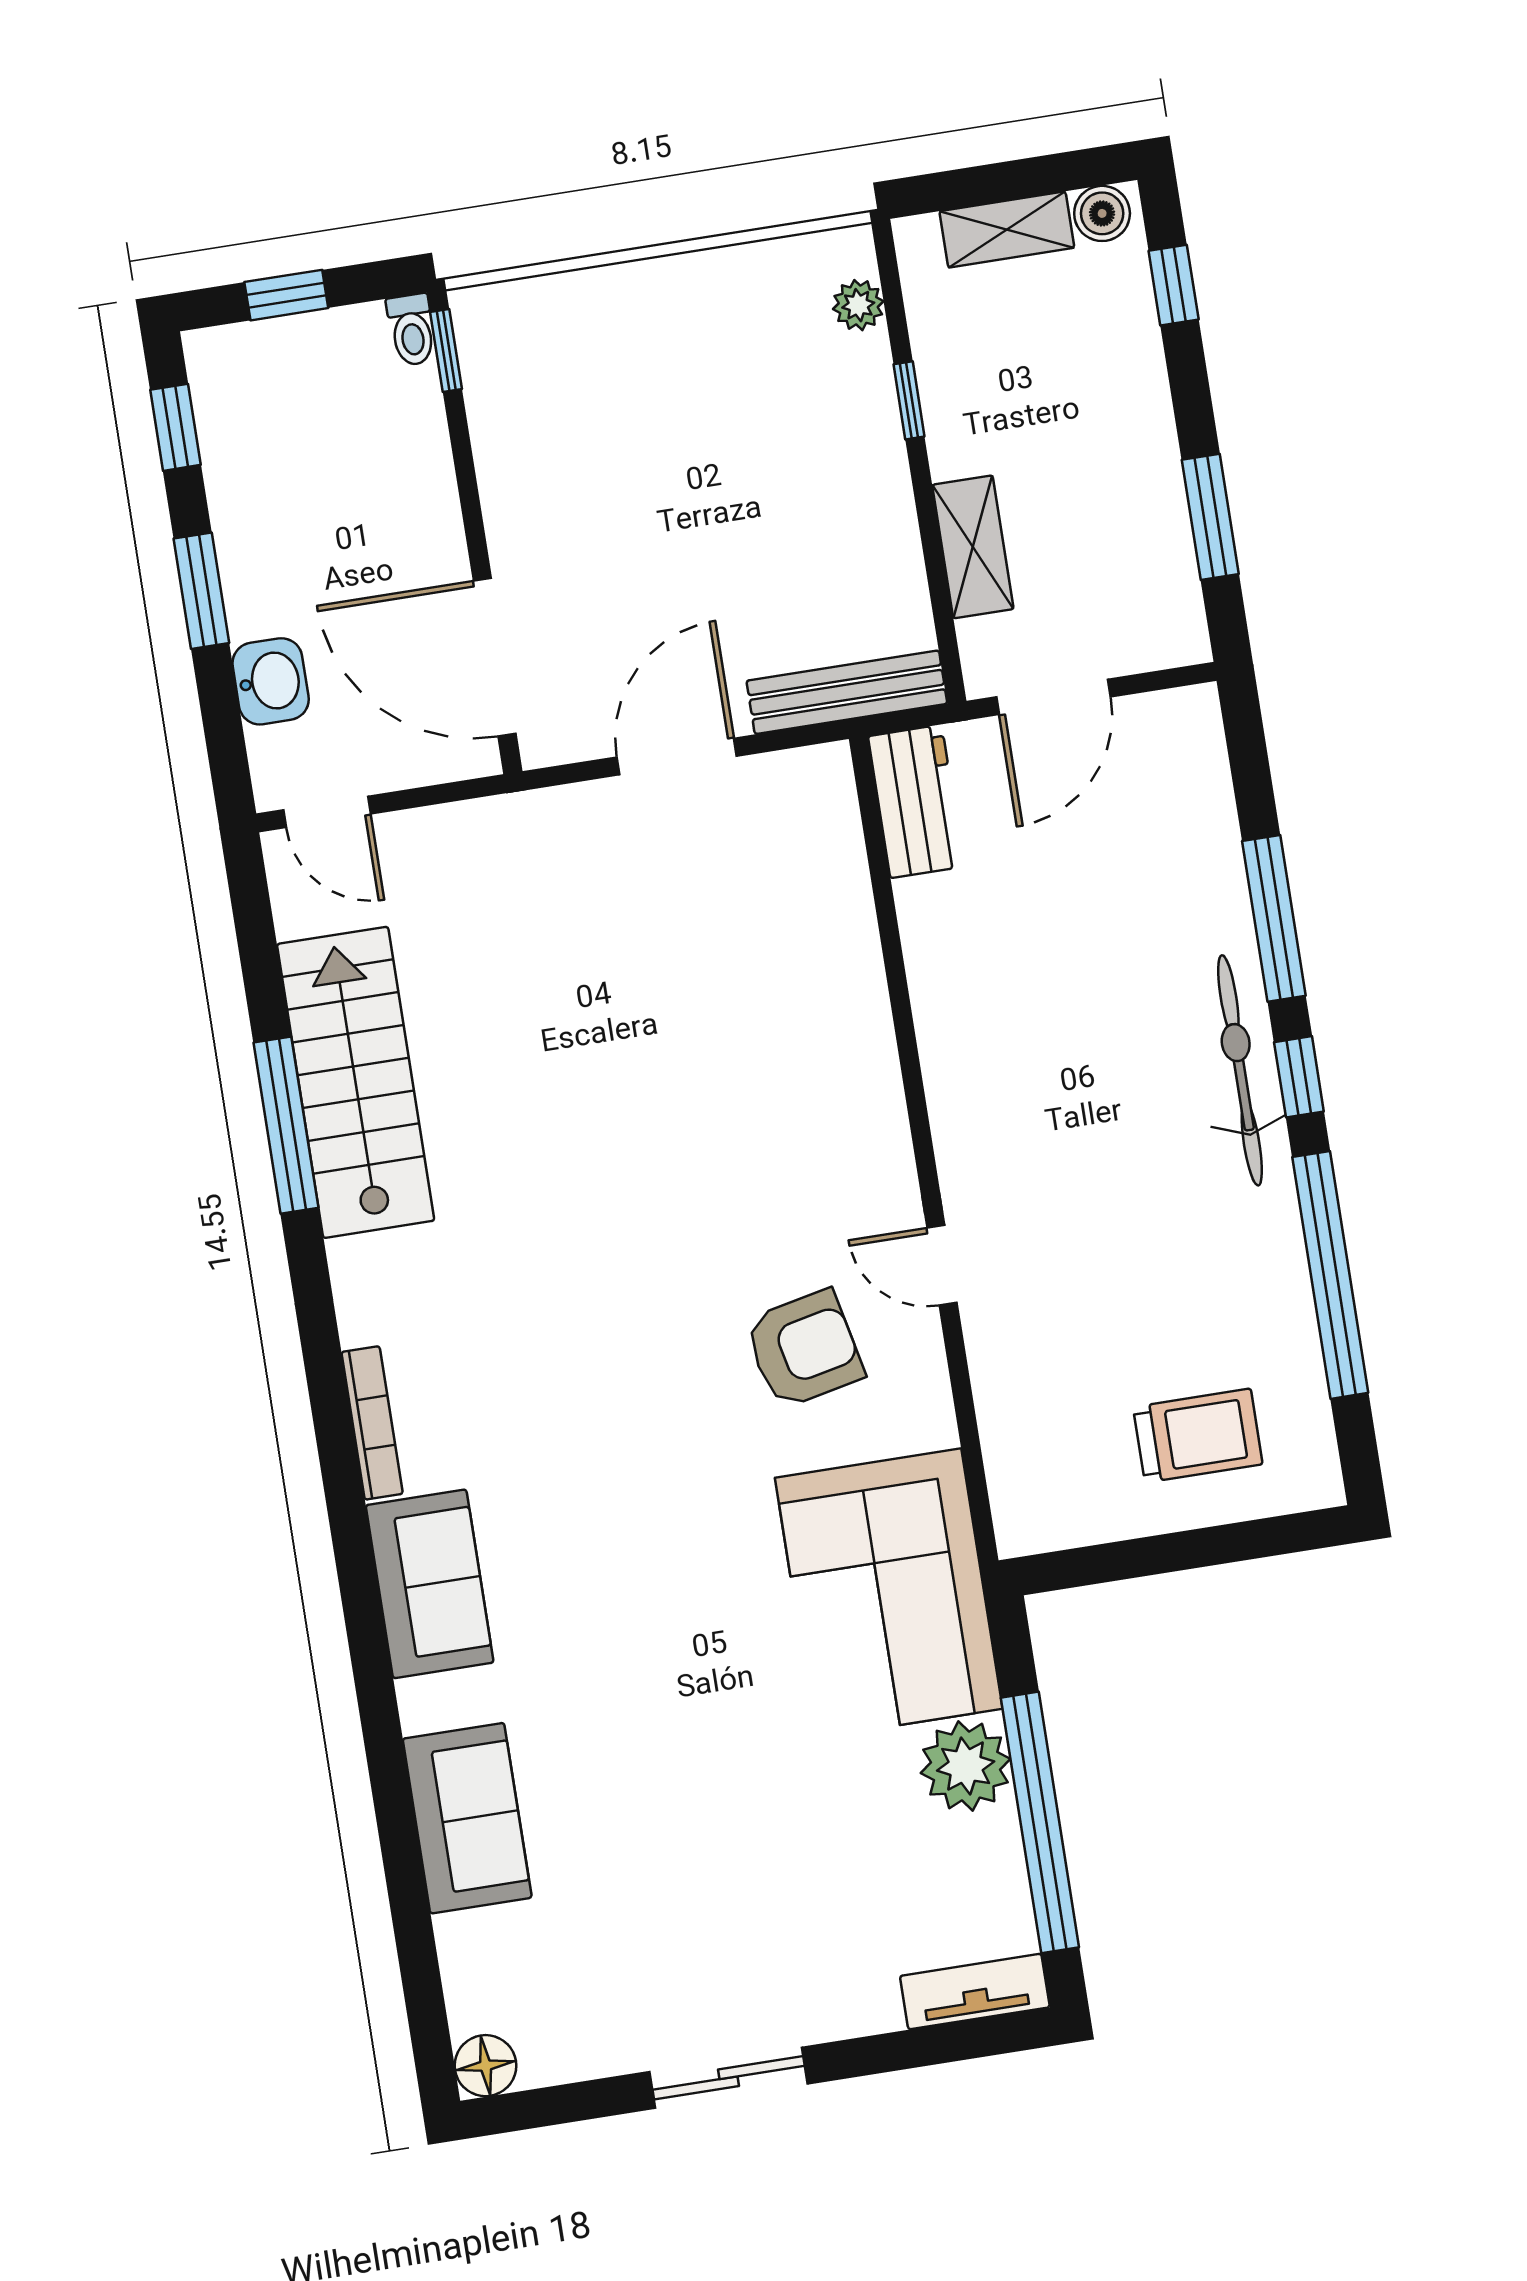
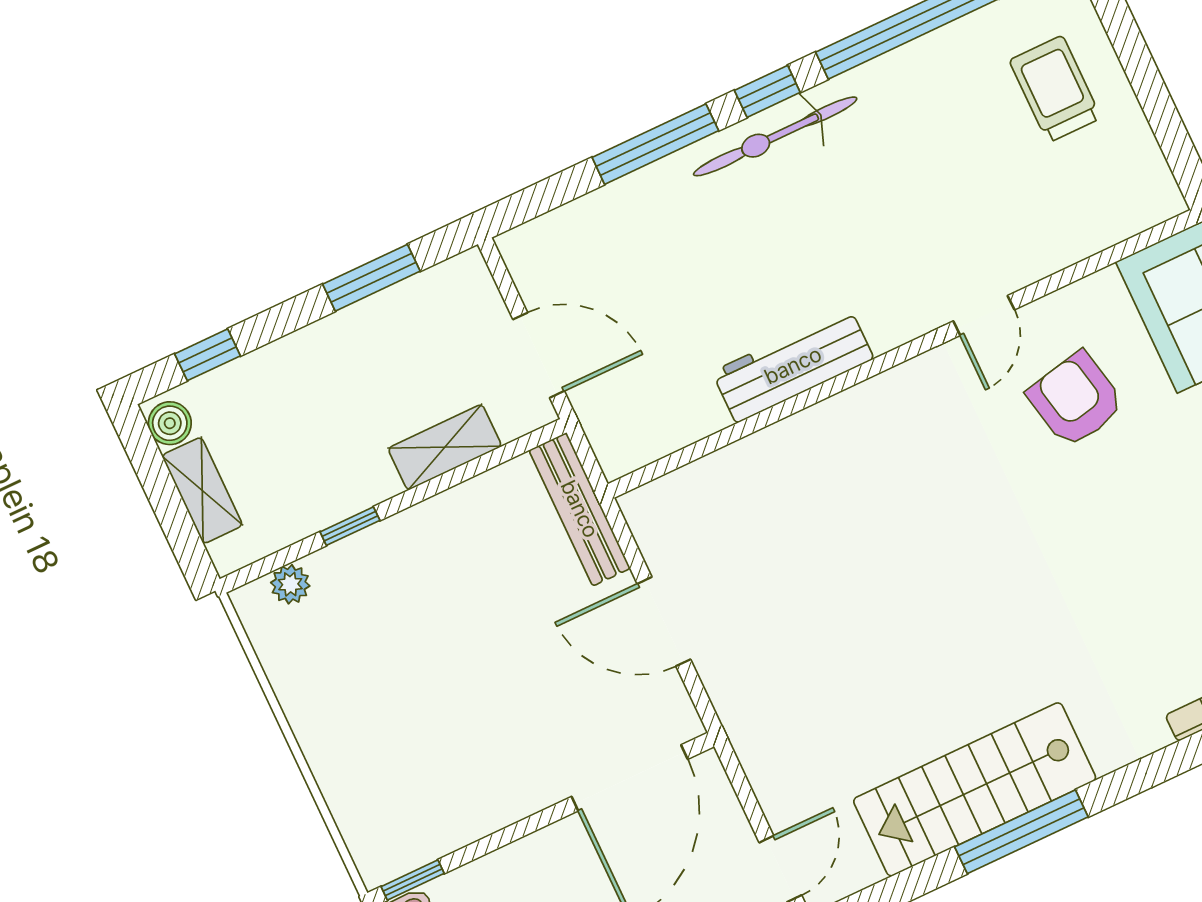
workbench: (916, 801) -> (793, 365), moved, width x1.38

